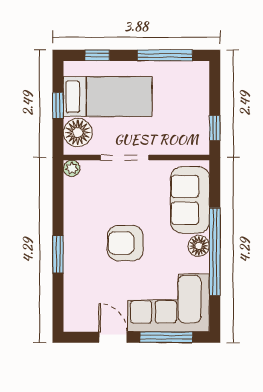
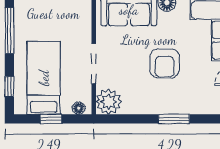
floor lamp: (78, 133) -> (79, 108), width x0.53, depth x0.53
plant: (72, 168) -> (109, 102), width x1.87, depth x1.87

